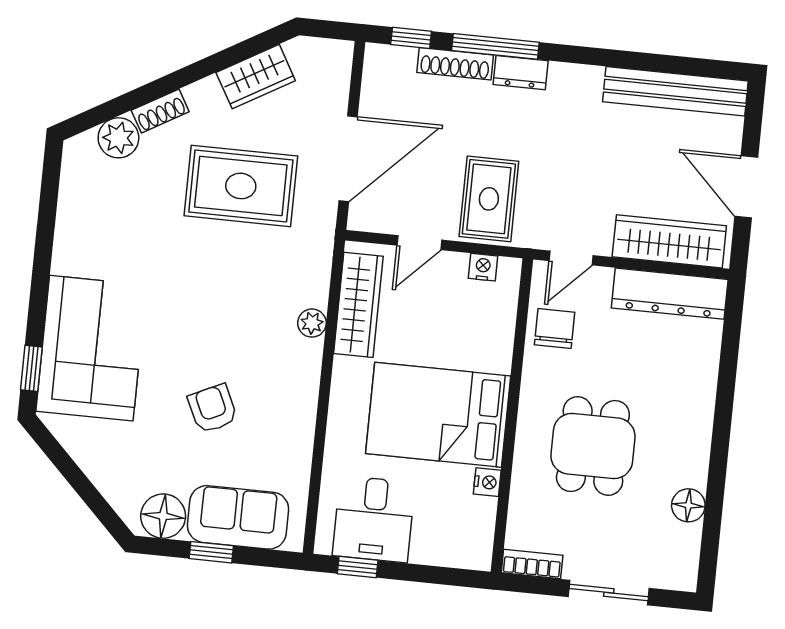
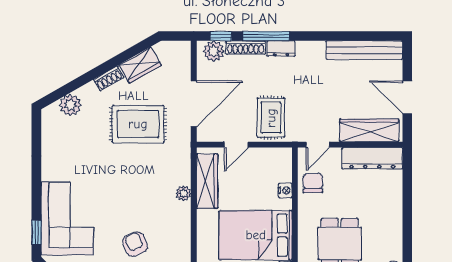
plant: (395, 65) -> (214, 51), added
shoe rack: (160, 111) -> (109, 78), moved
nightstand: (483, 267) -> (285, 190), moved, turned 90

